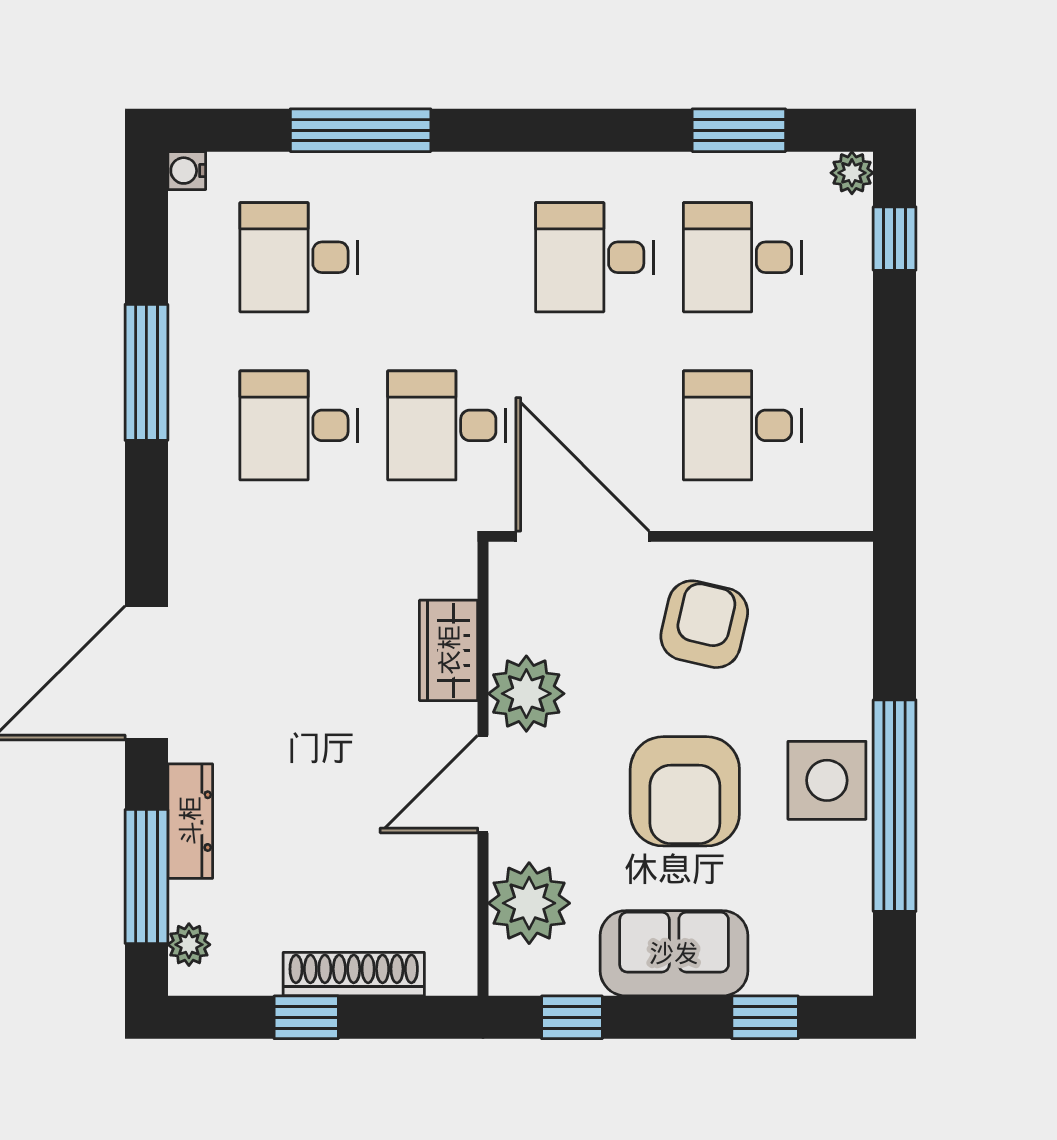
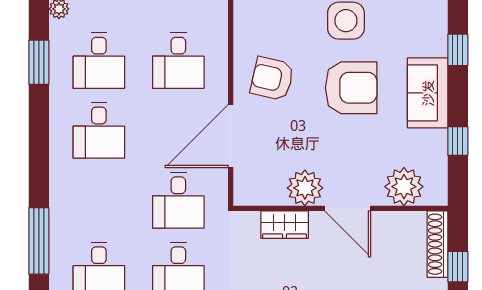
wardrobe: (449, 650) -> (285, 225), moved
plant: (526, 694) -> (305, 188), moved
wall: (483, 769) -> (341, 208), moved
door: (483, 784) -> (348, 208), moved
plant: (529, 903) -> (404, 187), moved

